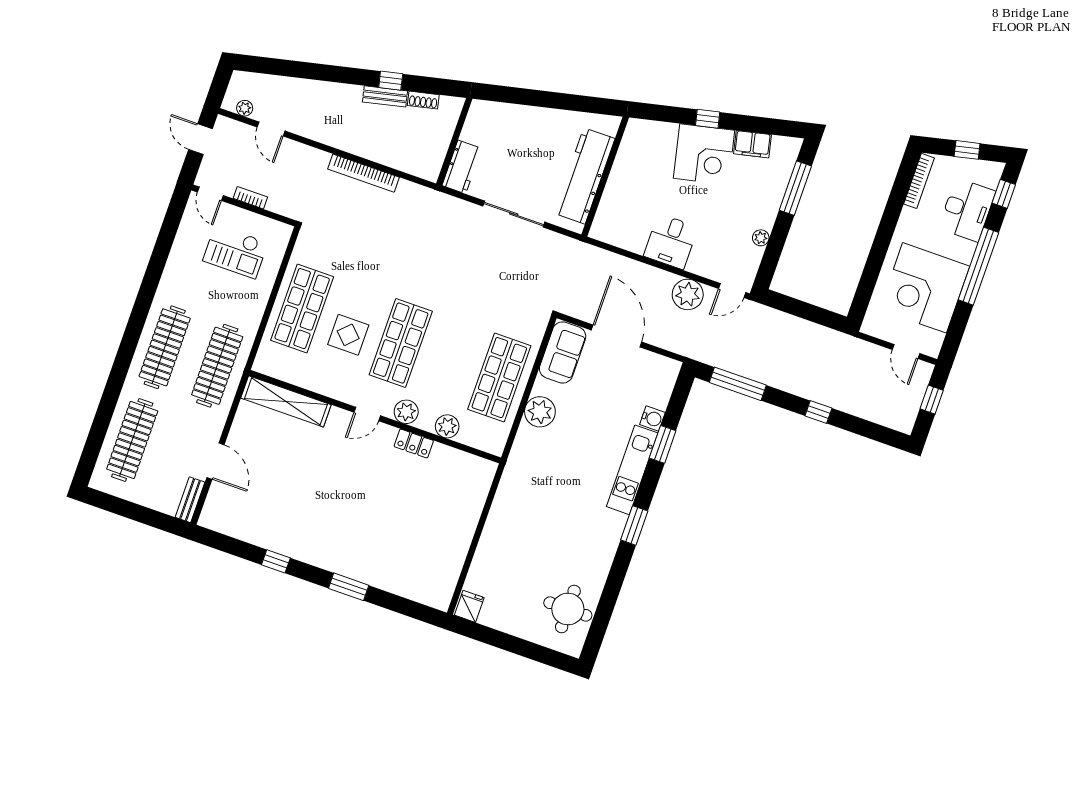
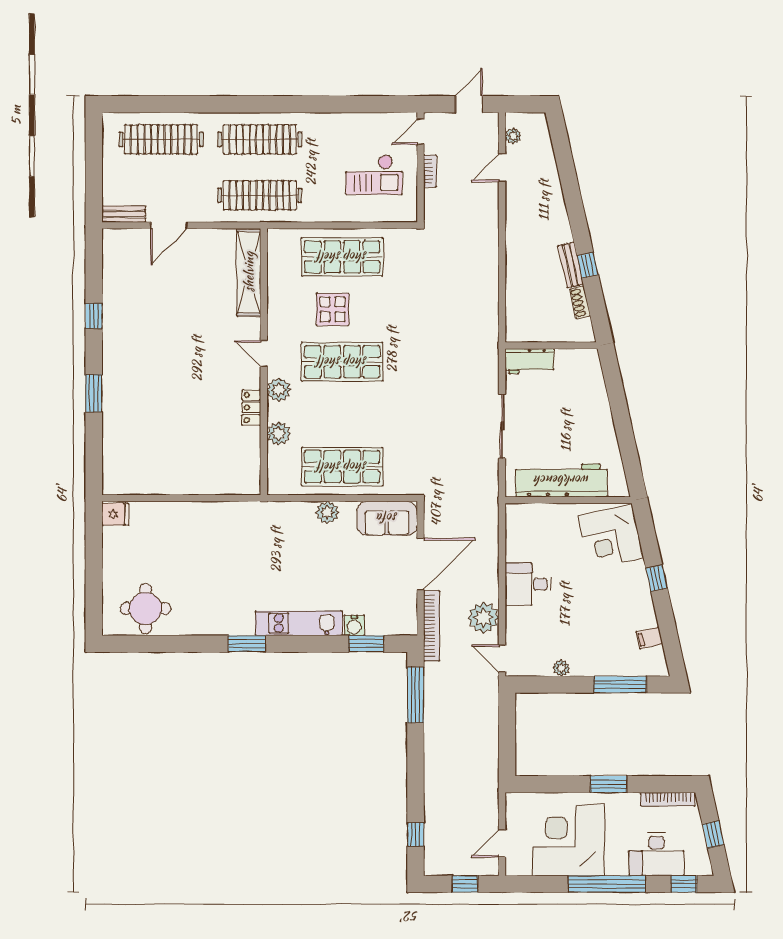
filing cabinet: (752, 144) -> (649, 638), width x0.50
corner desk: (704, 154) -> (611, 537), moved
bookcase: (363, 173) -> (432, 626), moved, turned 180
window: (885, 232) -> (609, 784), added
checkout: (235, 252) -> (374, 175), turned -90
plant: (540, 412) -> (327, 512), width x0.73, depth x0.73
window: (818, 412) -> (415, 835), moved
window: (663, 444) -> (366, 644), moved

